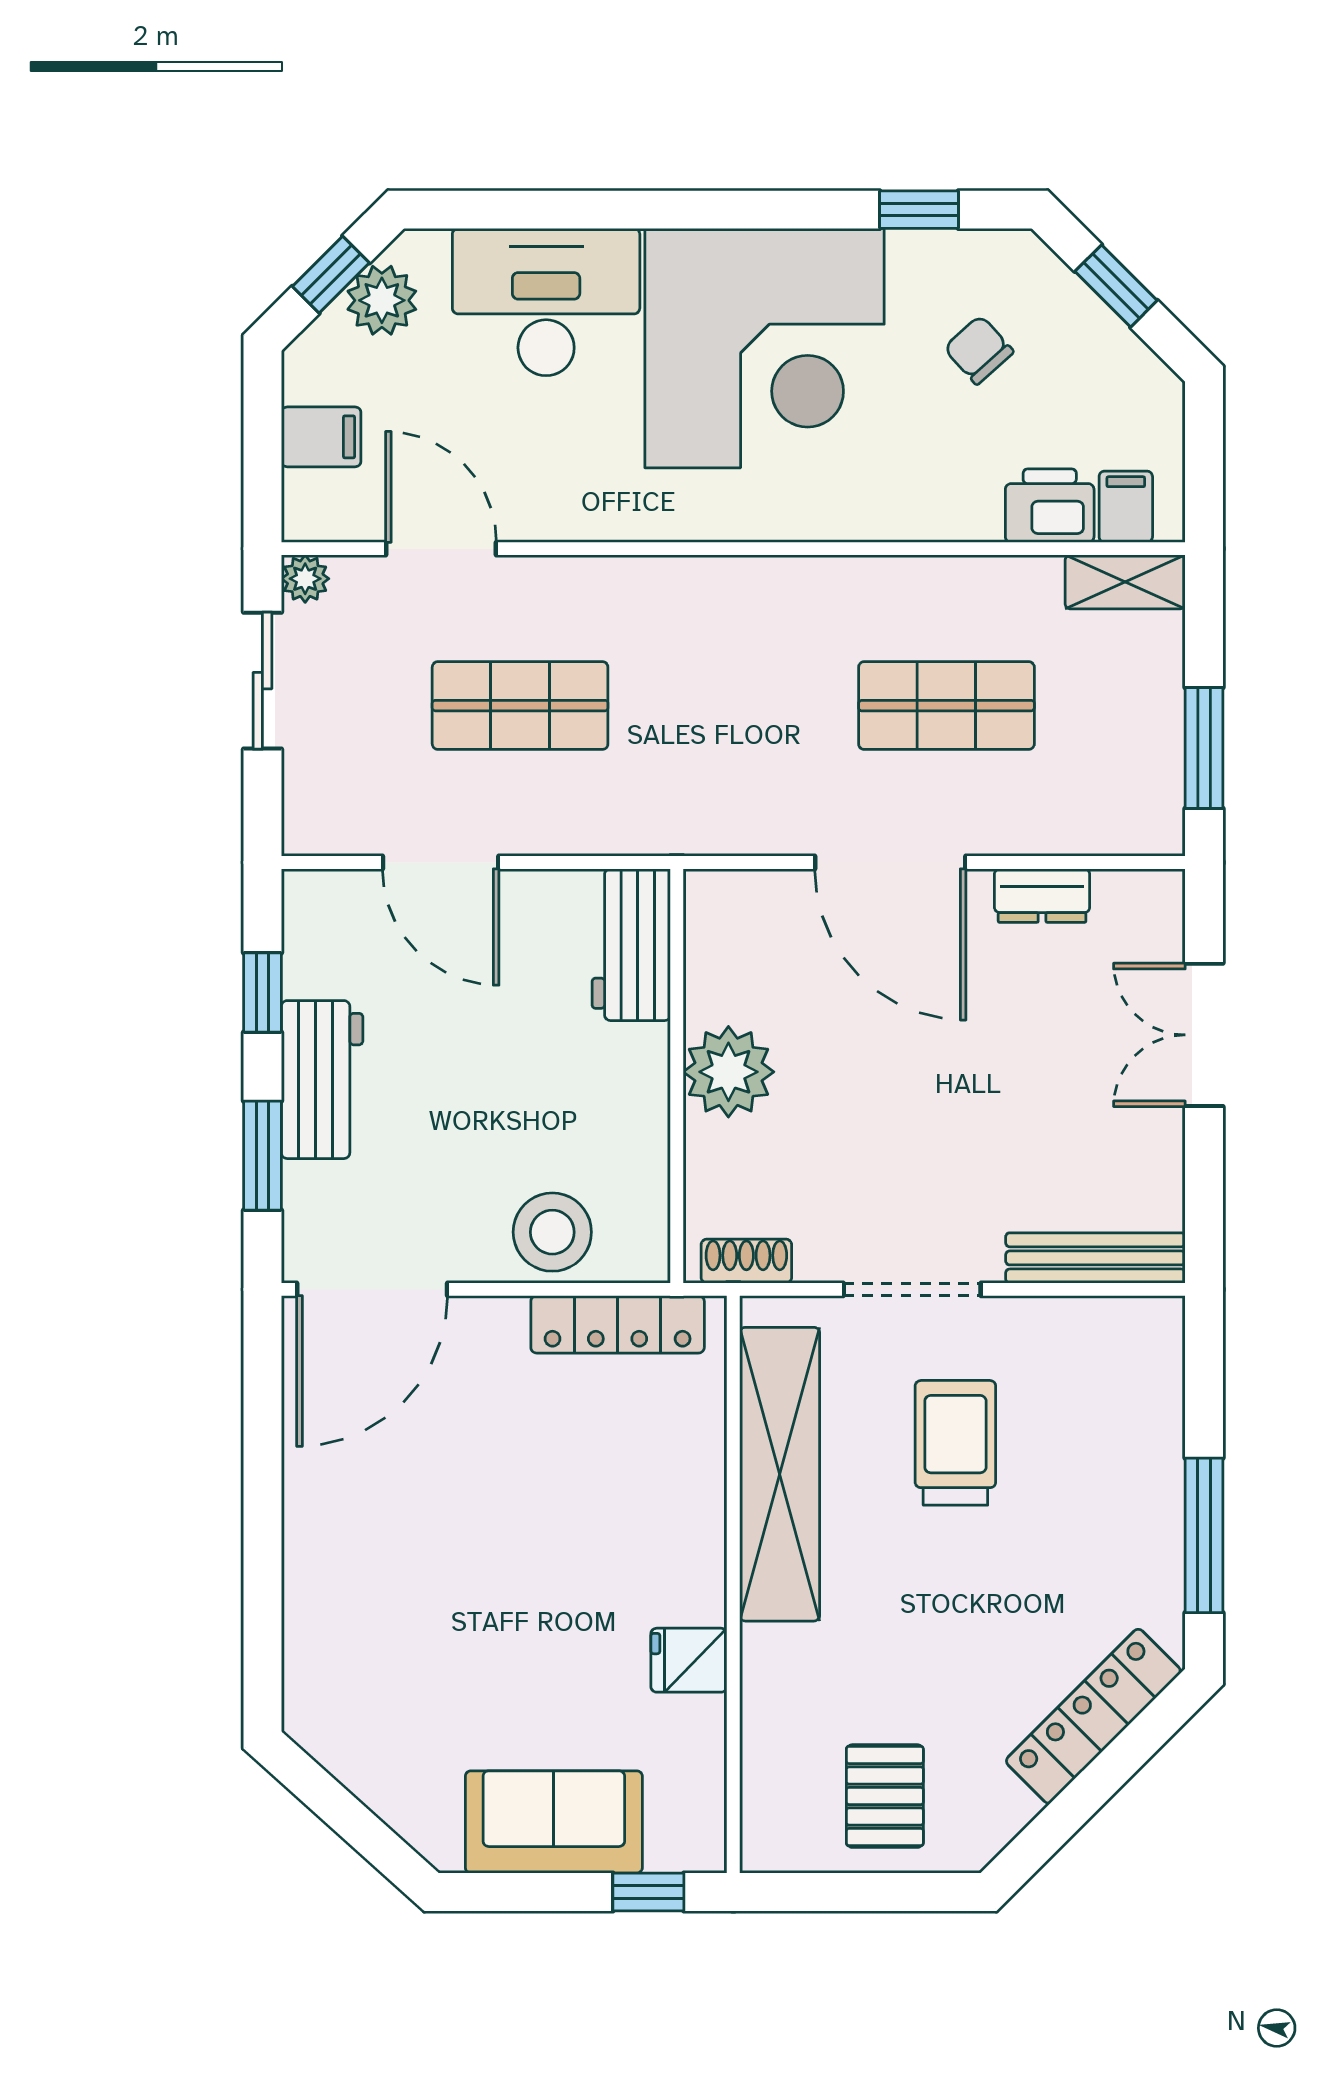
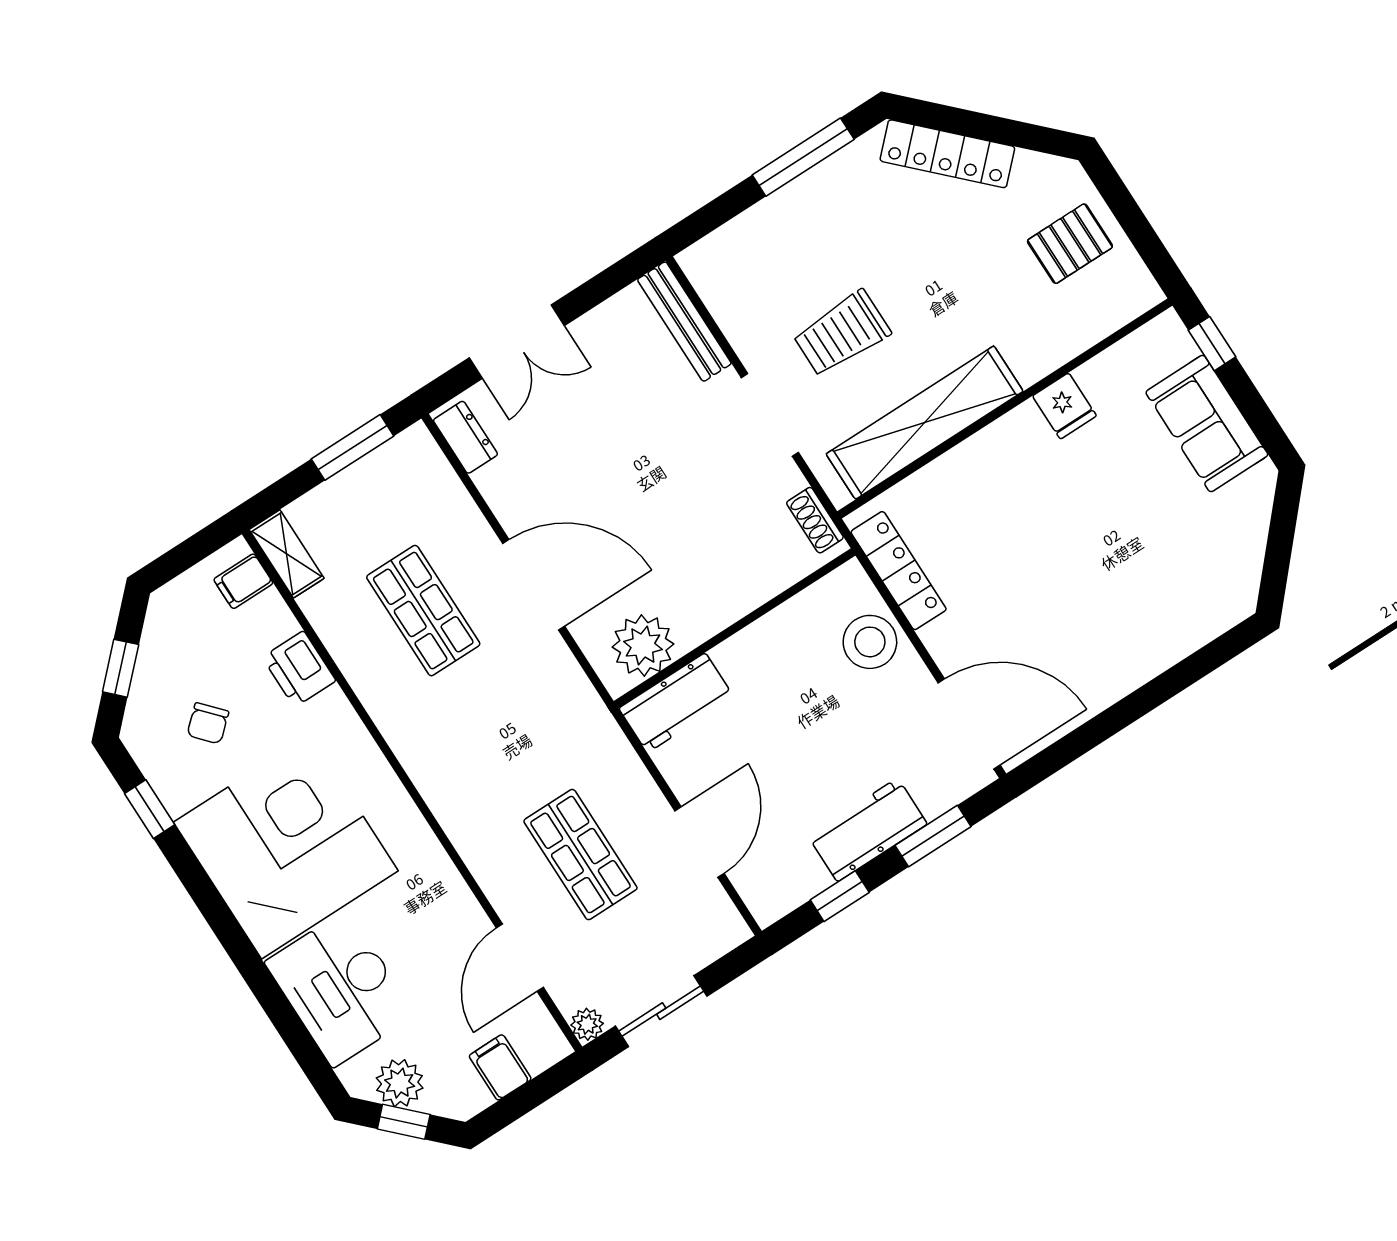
printer: (1050, 506) -> (299, 669), moved
door: (890, 862) -> (534, 585), hinge flipped
dresser: (1042, 896) -> (465, 437), moved
plant: (728, 1072) -> (643, 645), moved

